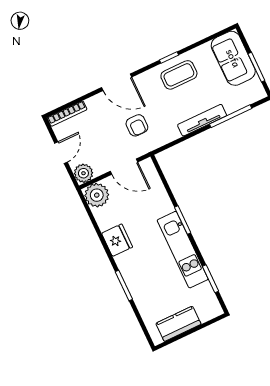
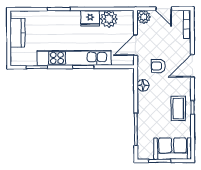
tv unit: (202, 120) -> (142, 110), removed
floor lamp: (171, 133) -> (143, 85), added
plant: (97, 195) -> (109, 19), moved
kitchen unit: (183, 250) -> (74, 58), width x1.36

